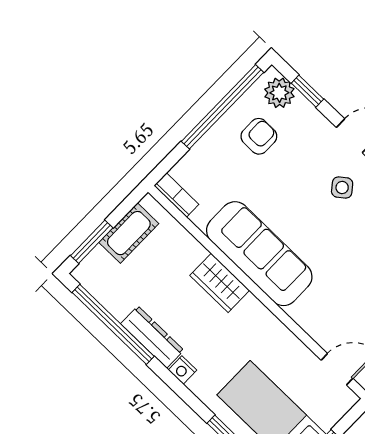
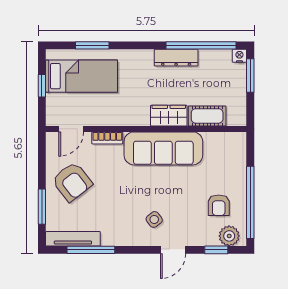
bookcase: (176, 195) -> (107, 138), moved
cot: (129, 233) -> (207, 116), moved, turned 90
nightstand: (182, 370) -> (239, 56), moved

